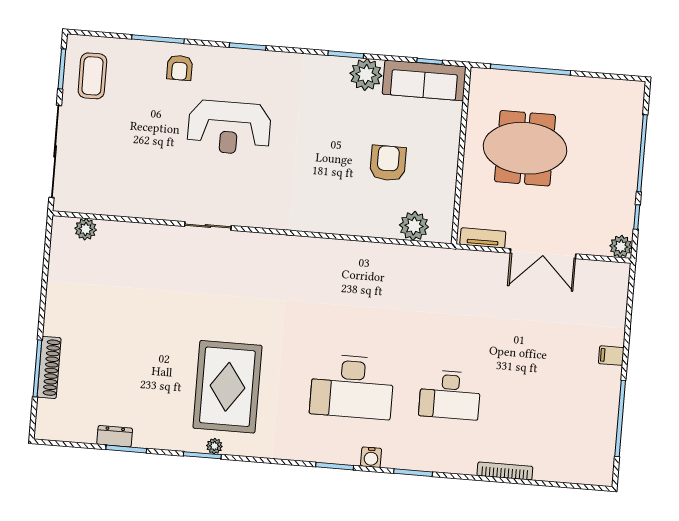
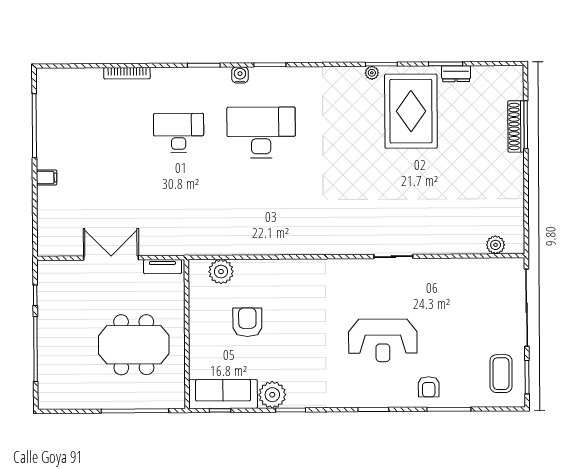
armchair: (180, 68) -> (429, 387), turned 180
reception desk: (229, 128) -> (383, 340), turned 180
armchair: (388, 163) -> (247, 322), turned 180
plant: (621, 246) -> (46, 270), removed
rug: (227, 387) -> (411, 111), moved

